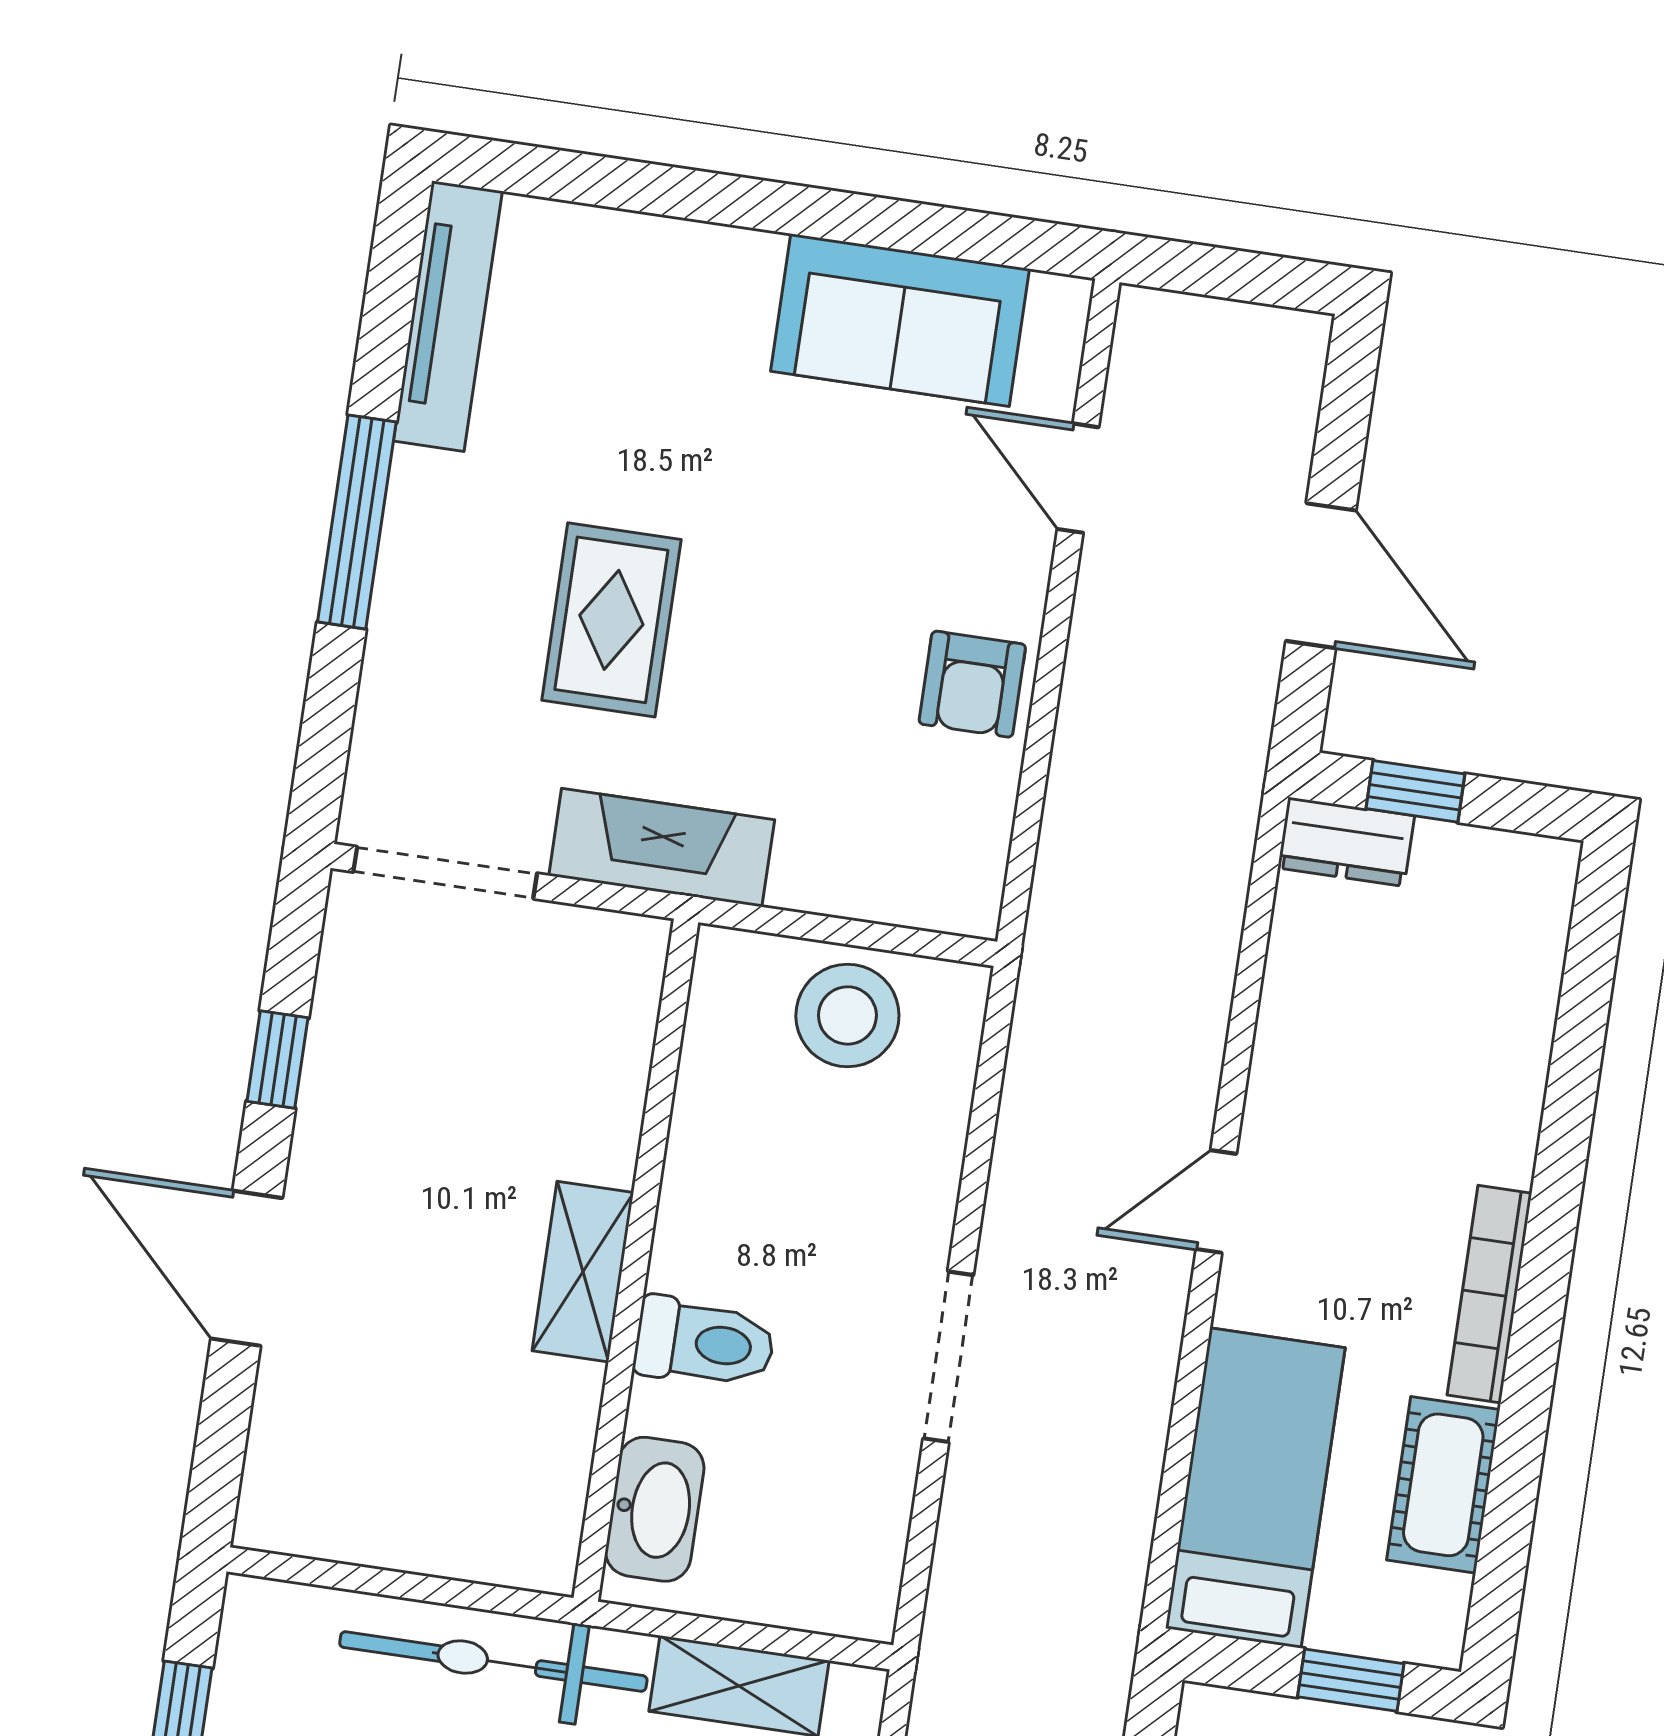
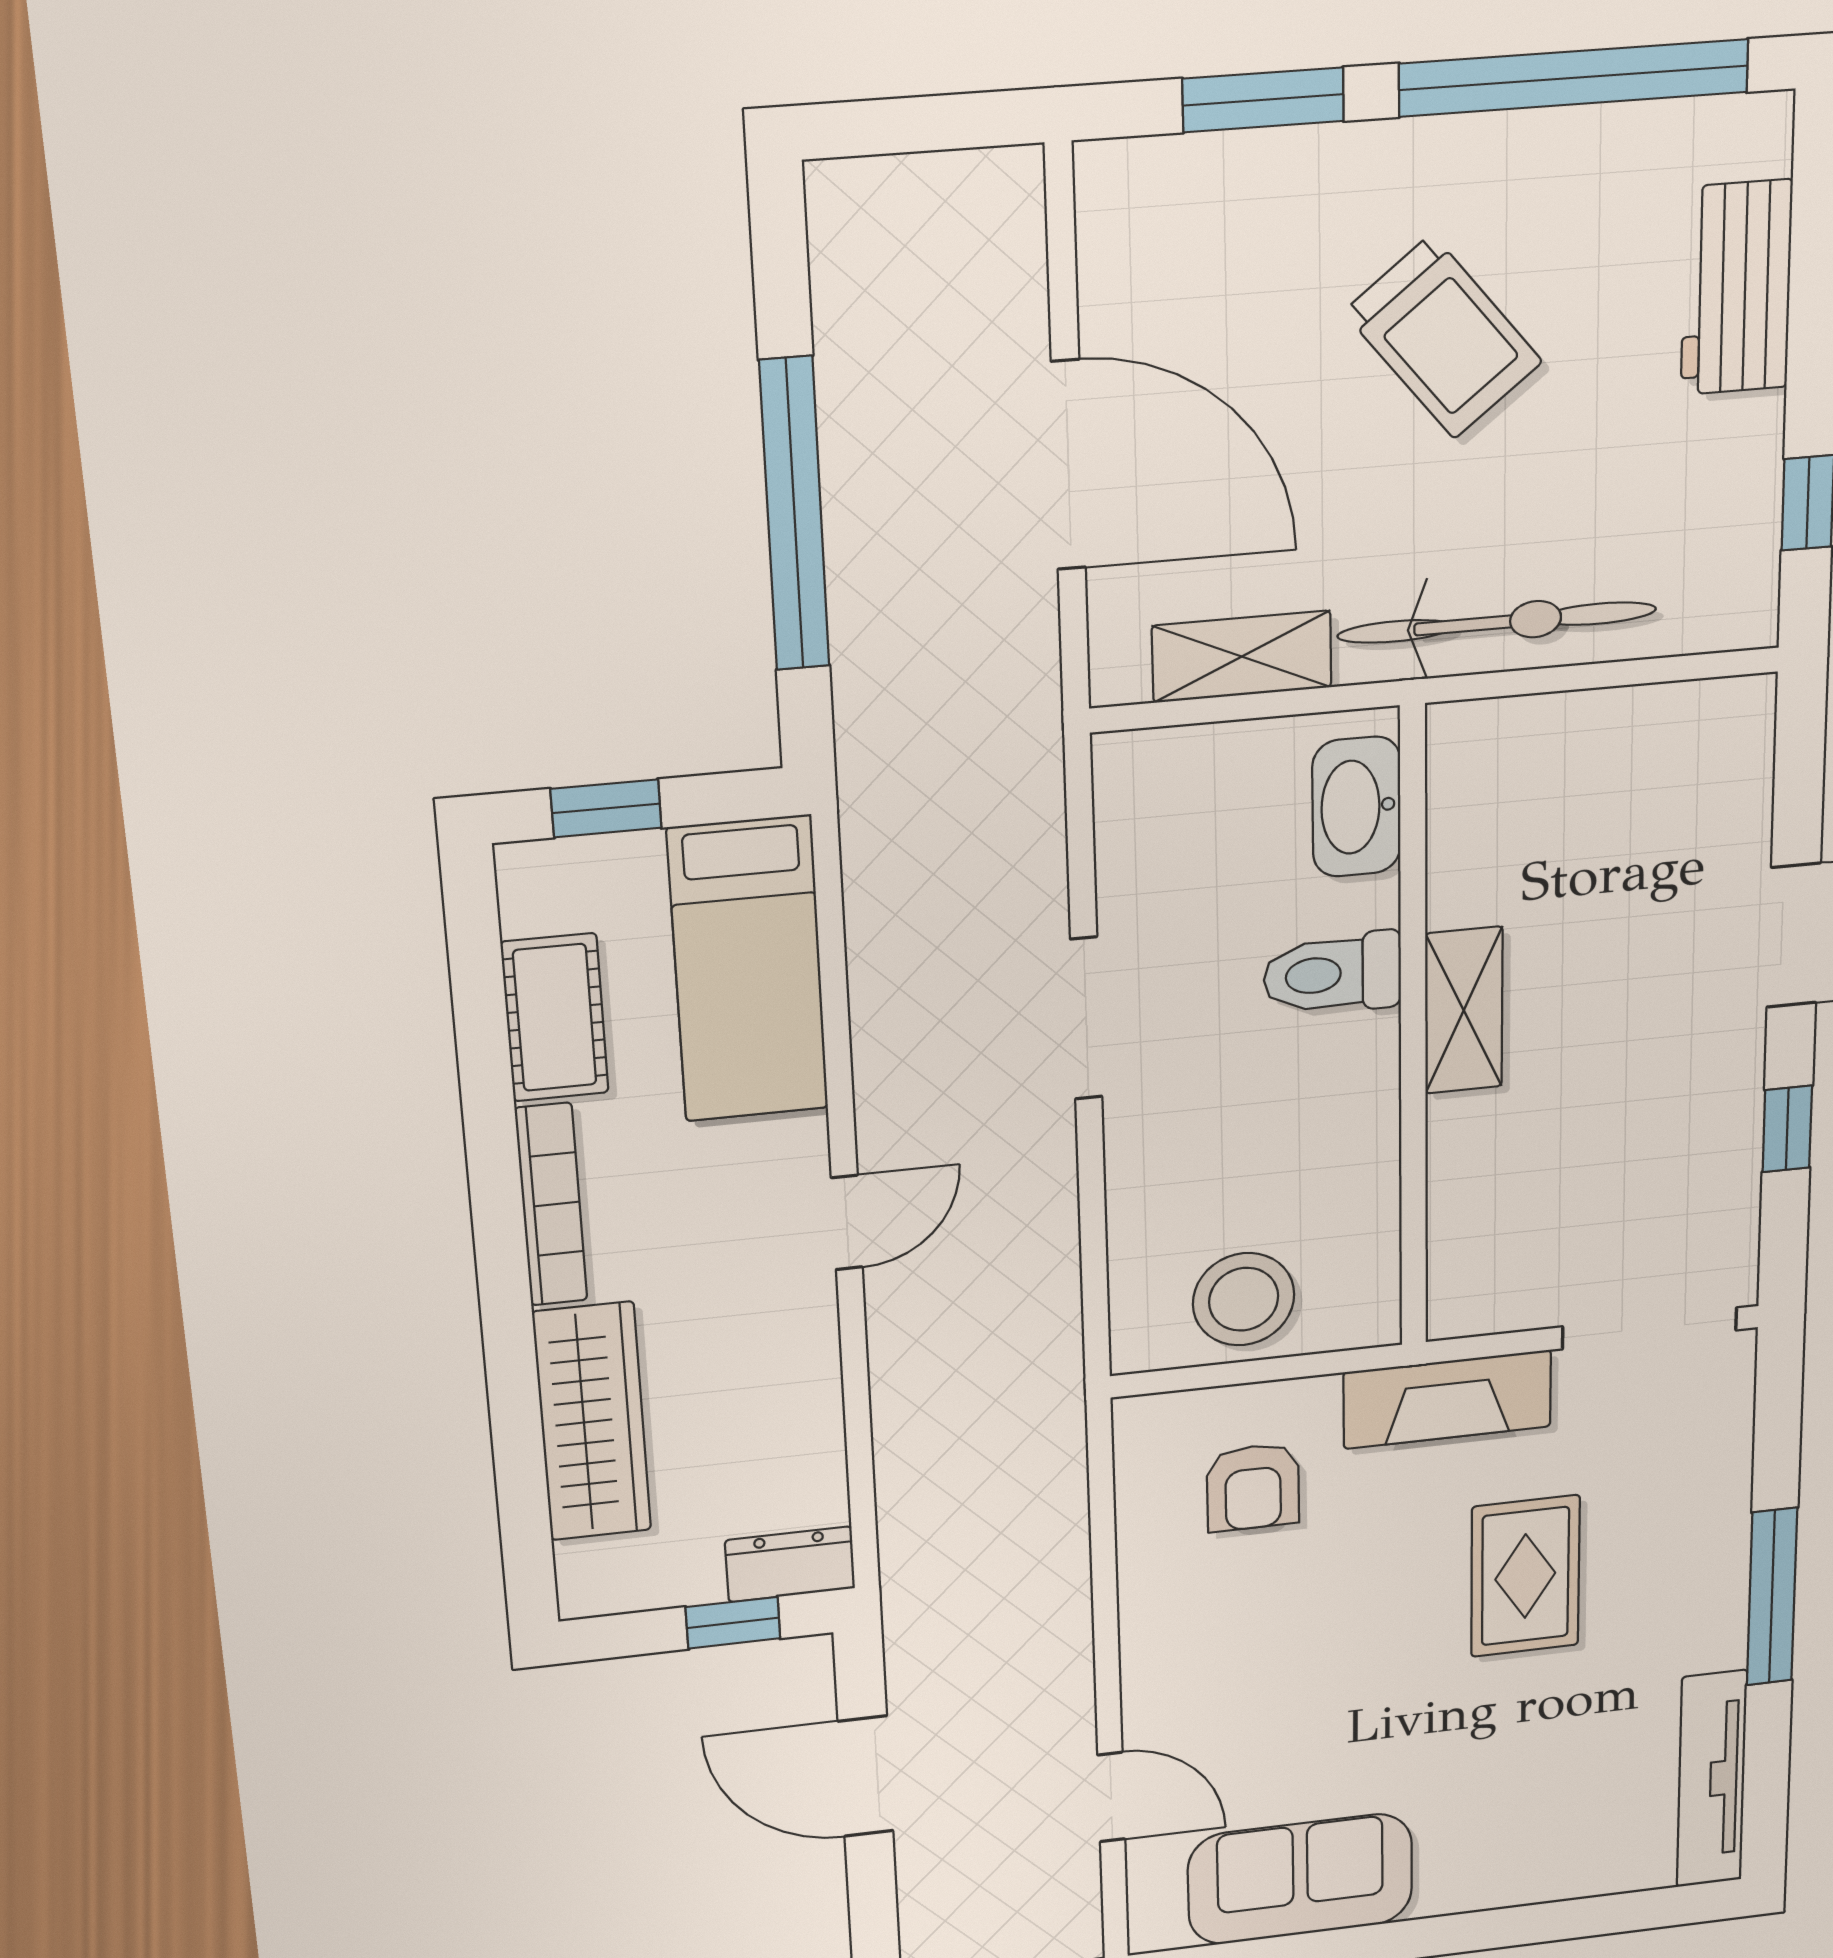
armchair: (972, 684) -> (1253, 1487), moved, turned 180
wardrobe: (1503, 1053) -> (592, 1422), added

